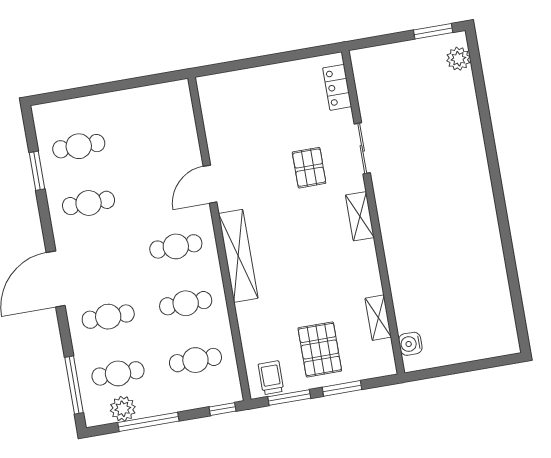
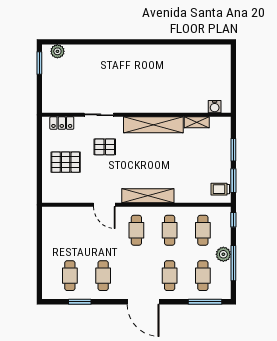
shelving: (360, 216) -> (153, 125), width x2.20, depth x1.33
pallet: (320, 349) -> (66, 162), moved
plant: (123, 409) -> (223, 254), moved

